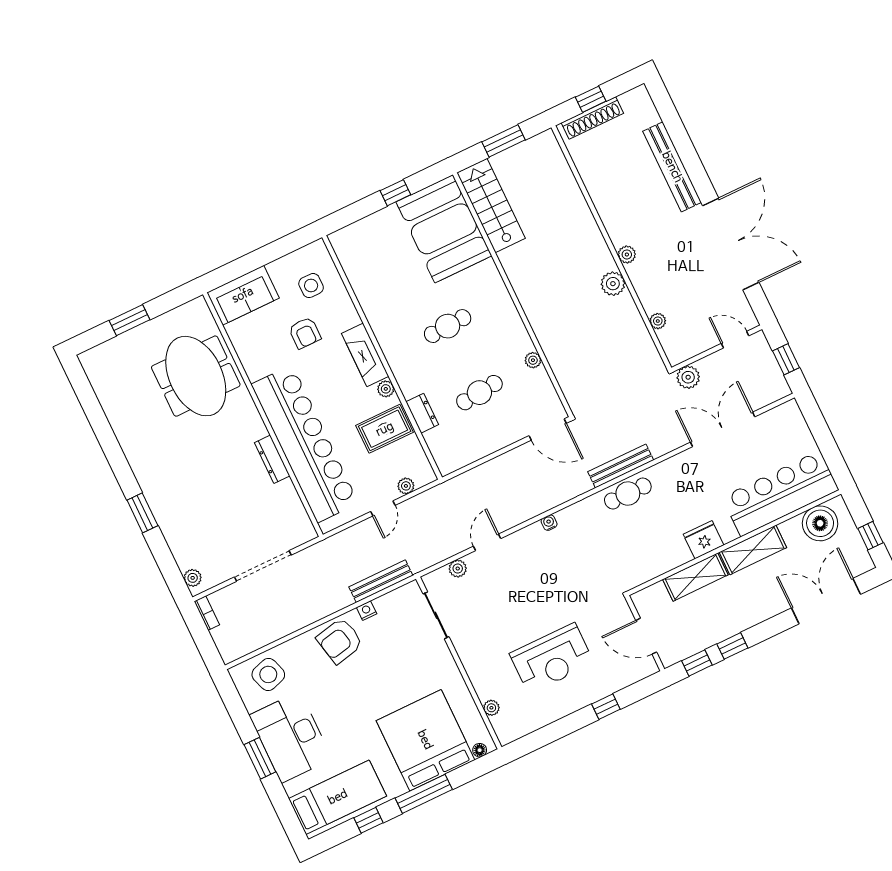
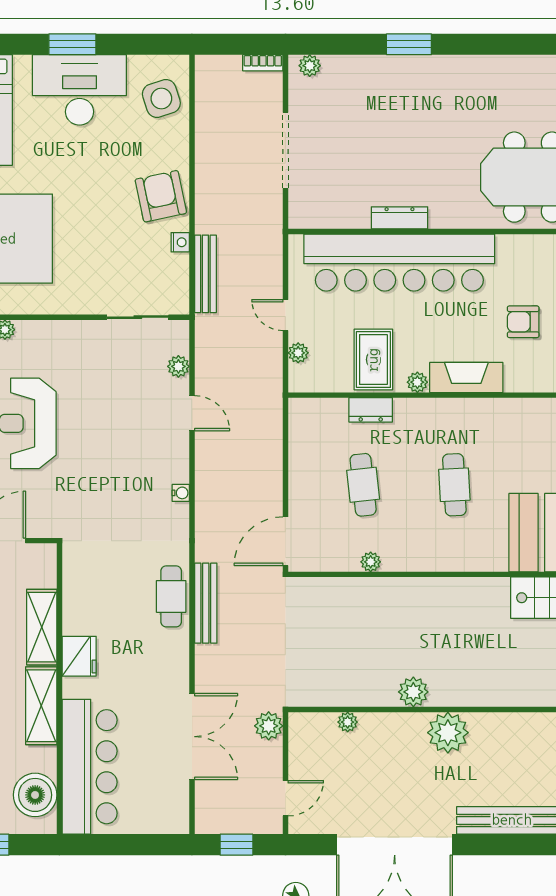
plant: (627, 255) -> (448, 733), width x1.87, depth x1.87

